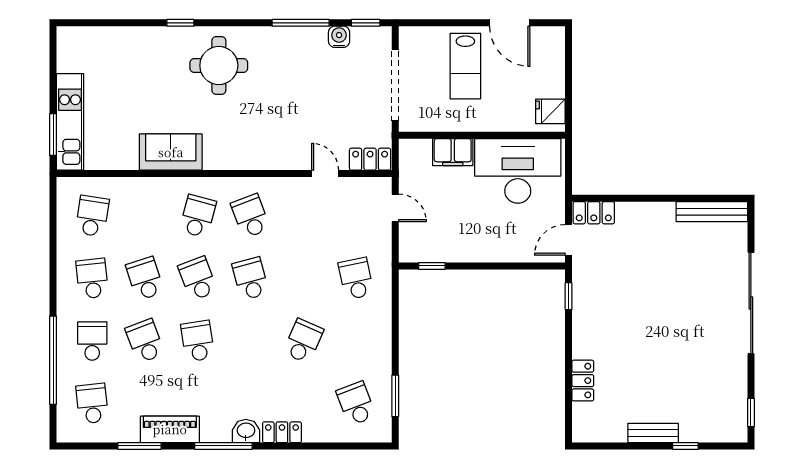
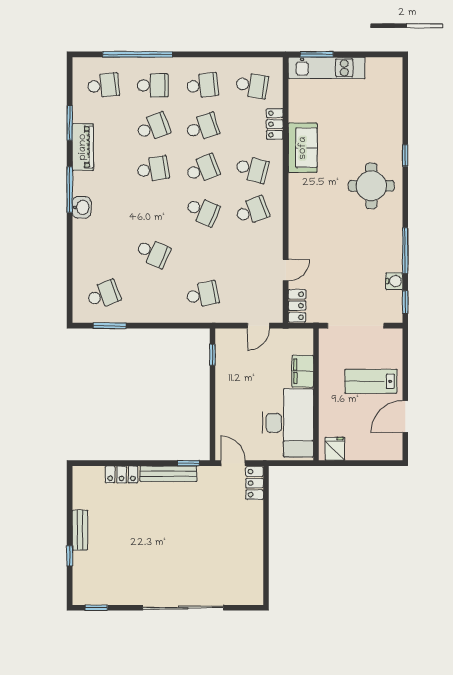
bench: (712, 212) -> (168, 474), moved, turned 90
school desk: (250, 279) -> (202, 211), turned 39
locker: (282, 432) -> (275, 124), moved, turned 180

